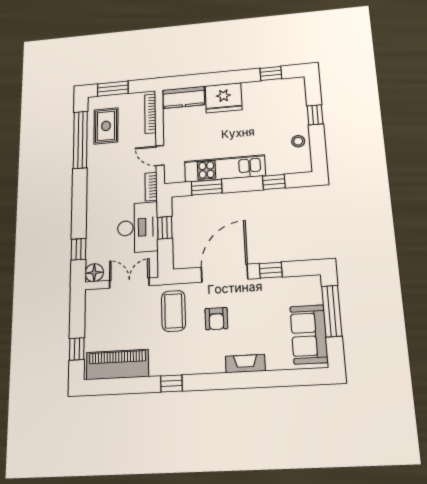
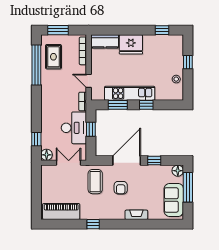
window: (274, 182) -> (146, 105), moved
floor lamp: (312, 284) -> (178, 171), added
window: (77, 349) -> (36, 201), removed

